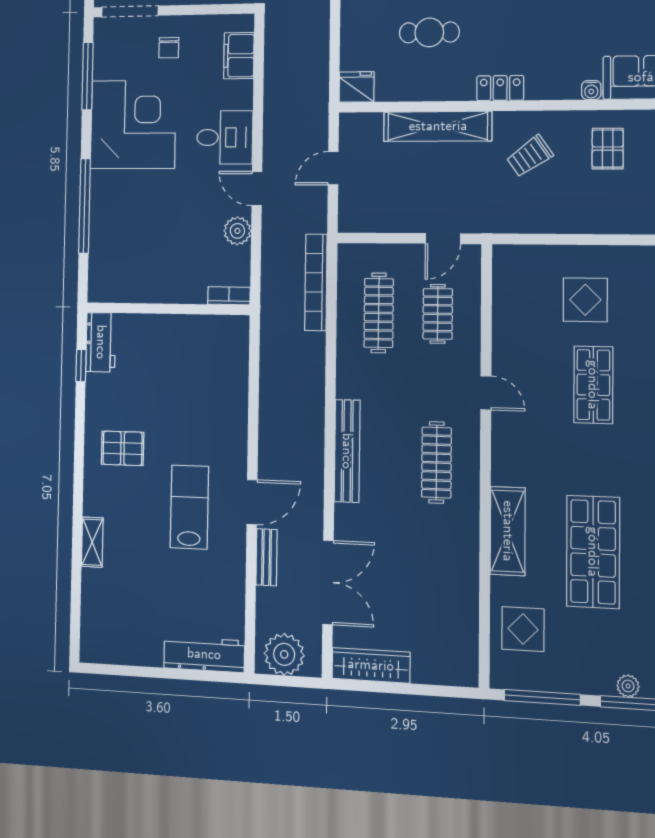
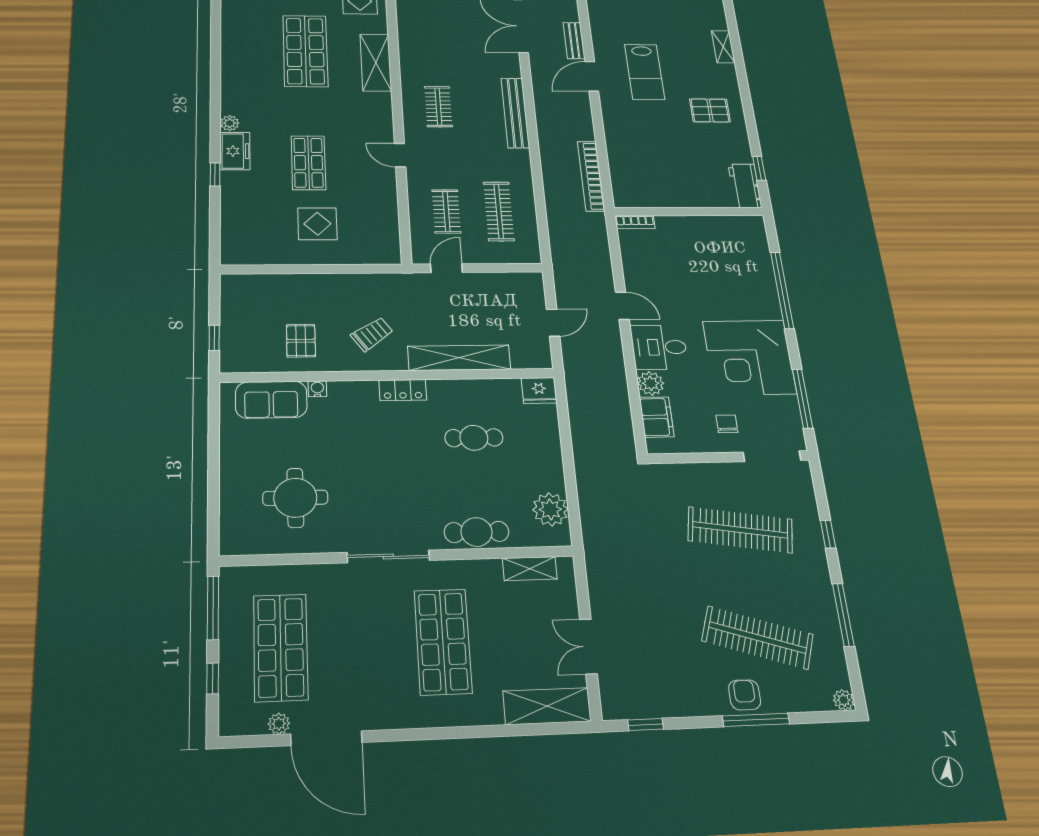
plant: (237, 231) -> (651, 383), moved
bookcase: (316, 282) -> (591, 176), moved, turned 180
clothes rail: (436, 462) -> (438, 107), width x0.73

